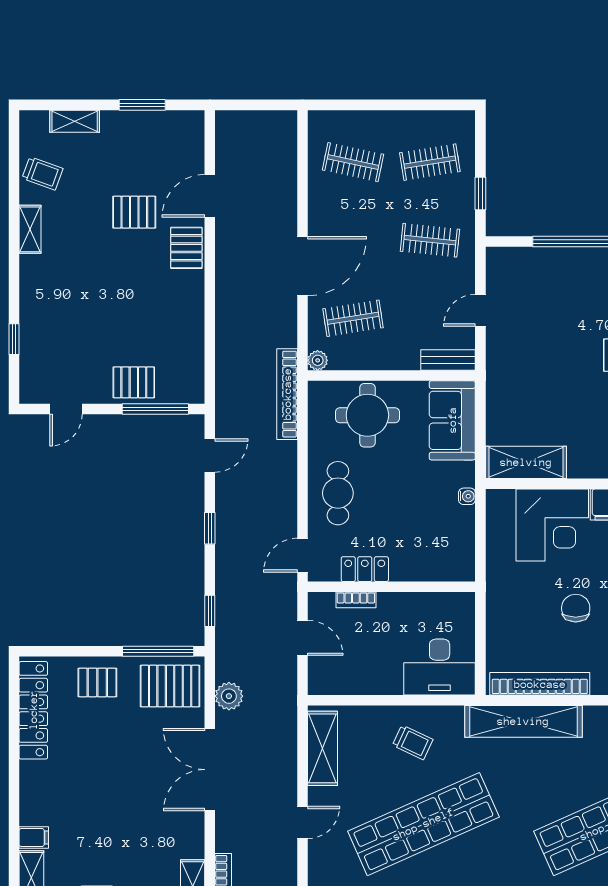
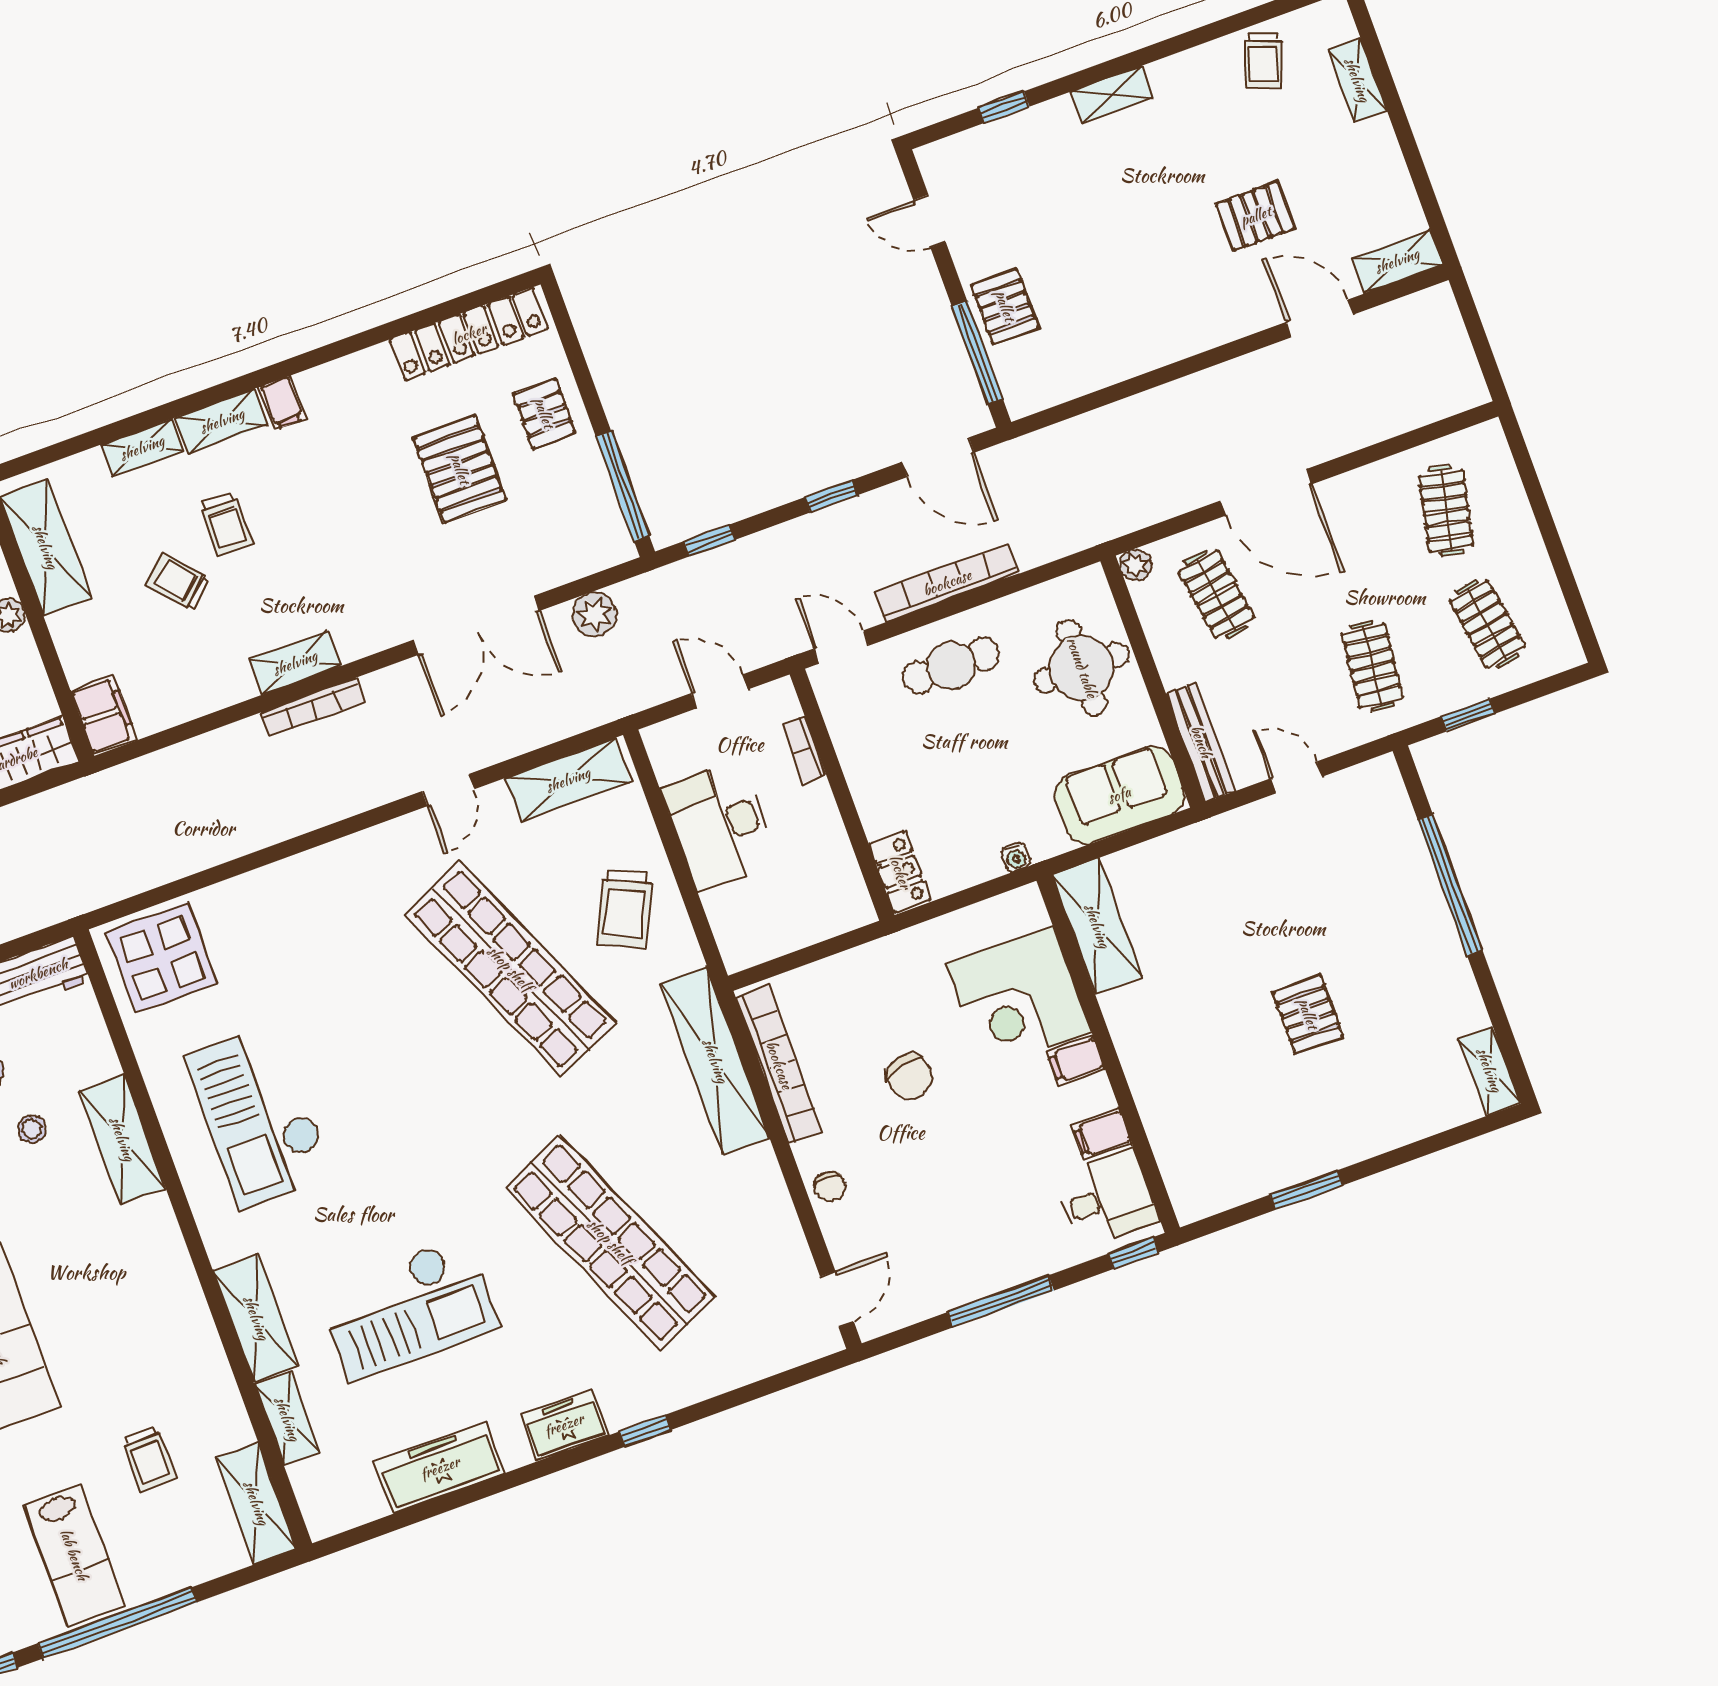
window: (142, 105) -> (1417, 170), removed
shelving: (193, 137) -> (1397, 261), added
pallet: (134, 212) -> (1256, 216), turned 90
shelving: (30, 229) -> (1113, 94), moved
pallet: (186, 248) -> (1231, 312), removed
bench: (448, 360) -> (1201, 742), width x1.36
bookcase: (287, 394) -> (947, 583), moved
door: (210, 455) -> (938, 457), width x1.38
locker: (365, 569) -> (900, 872), moved
chair: (576, 608) -> (910, 1077), turned 77
door: (303, 638) -> (720, 691), swing flipped
desk: (440, 667) -> (720, 826), moved
pallet: (170, 686) -> (460, 469), moved
trolley: (413, 742) -> (625, 909), width x1.36, depth x1.39
double door: (210, 770) -> (476, 625), swing flipped
door: (303, 822) -> (448, 790), hinge flipped

